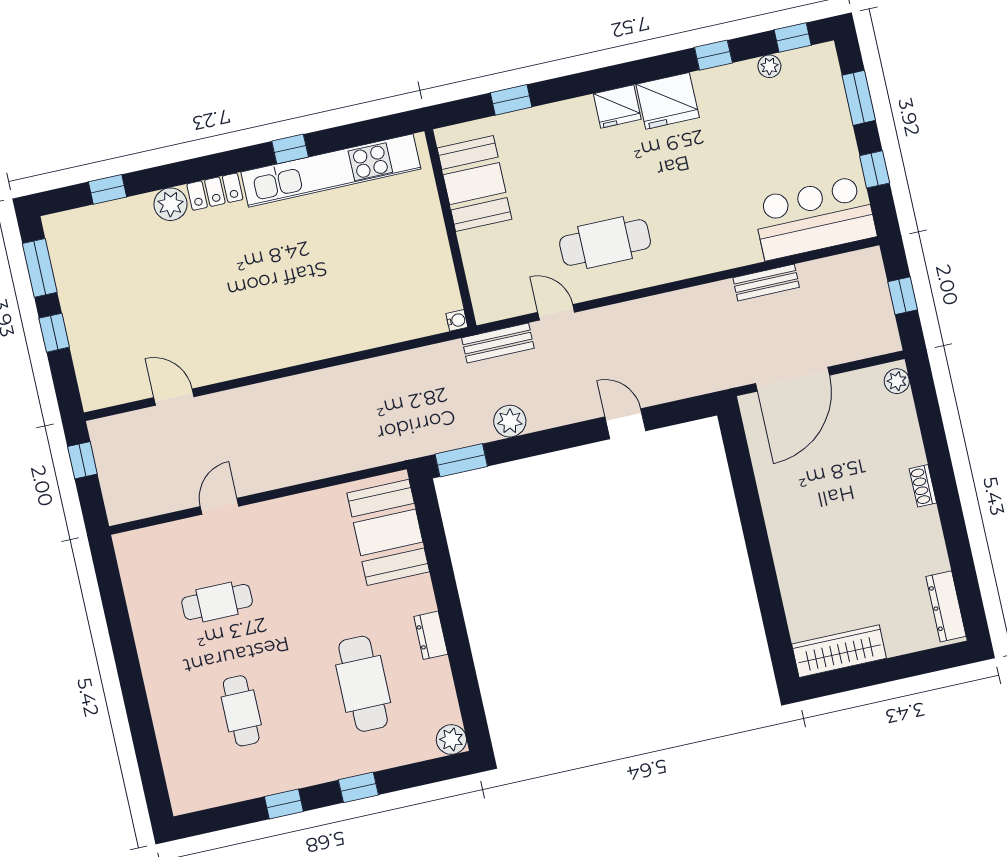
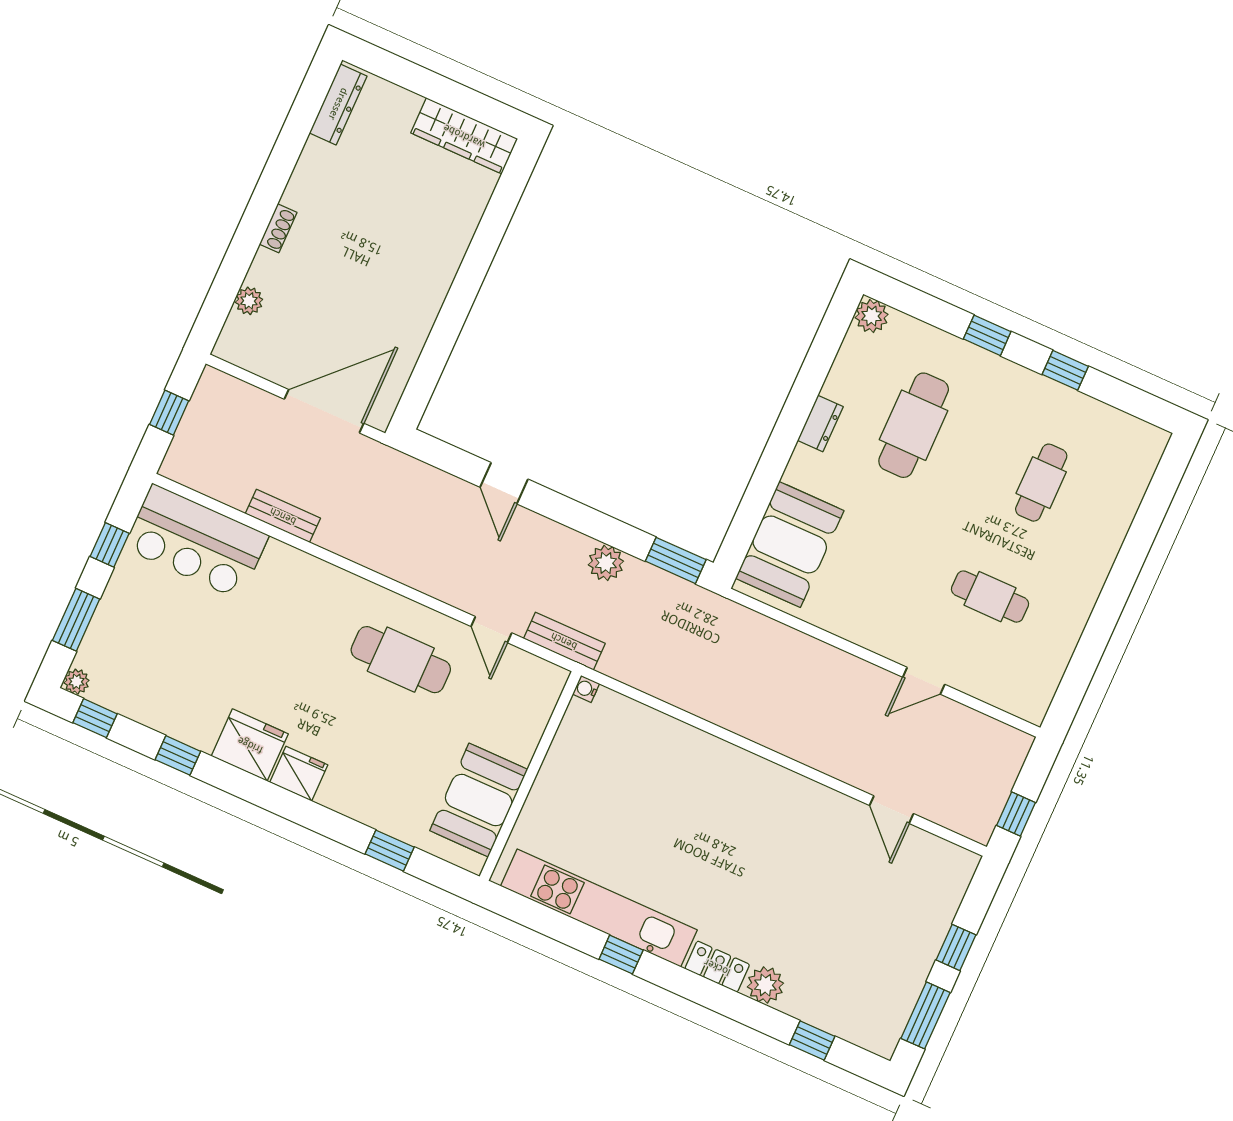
plant: (769, 66) -> (77, 682), moved
plant: (897, 381) -> (249, 301), moved

